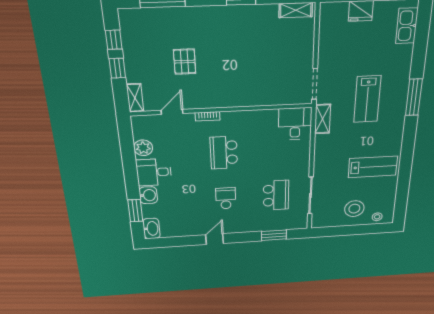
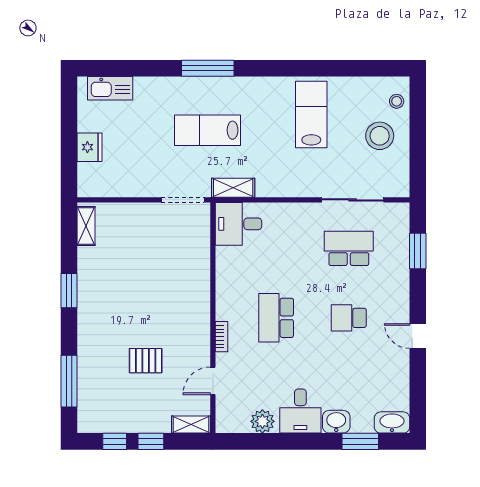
lab bench: (367, 99) -> (208, 130), turned 180
door: (172, 112) -> (213, 381), hinge flipped
school desk: (224, 153) -> (276, 318), turned 90

